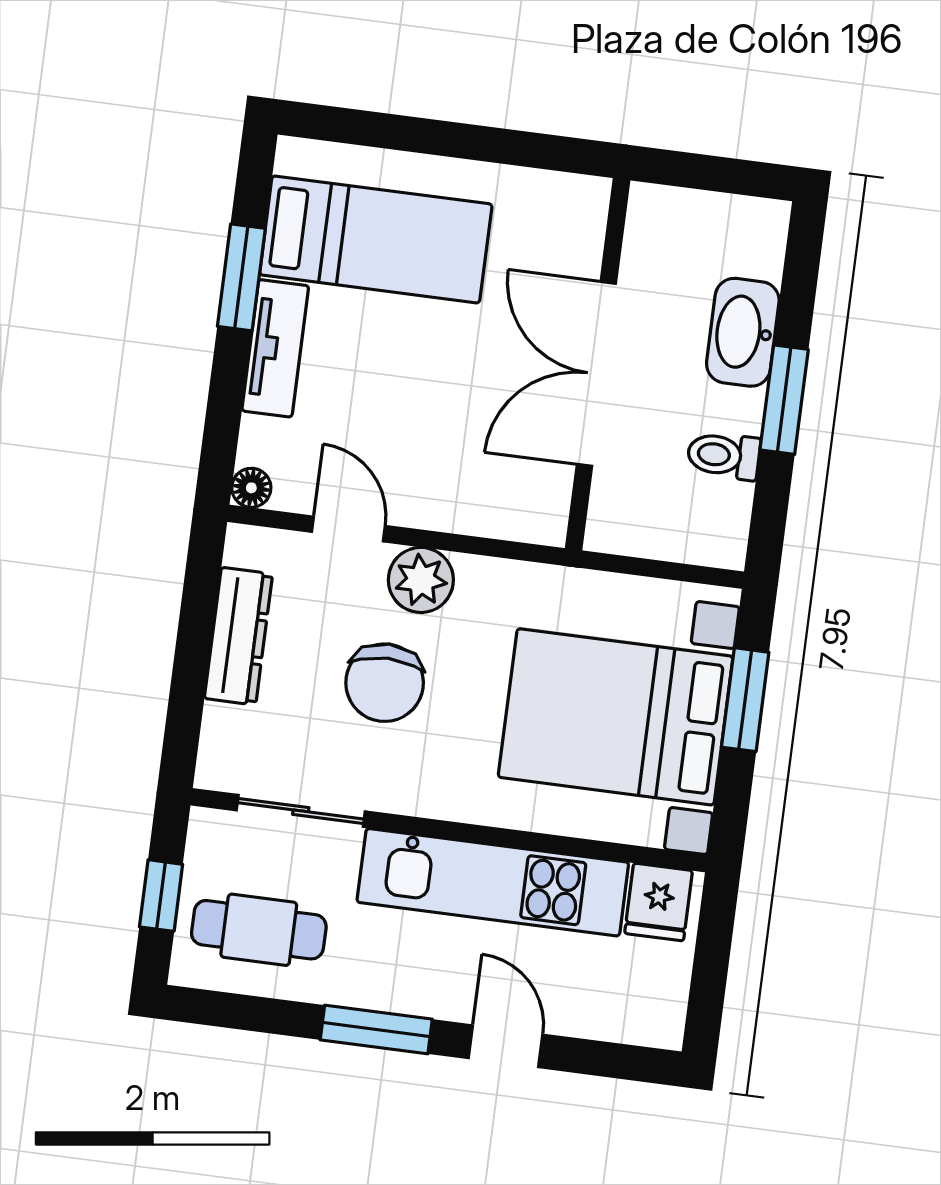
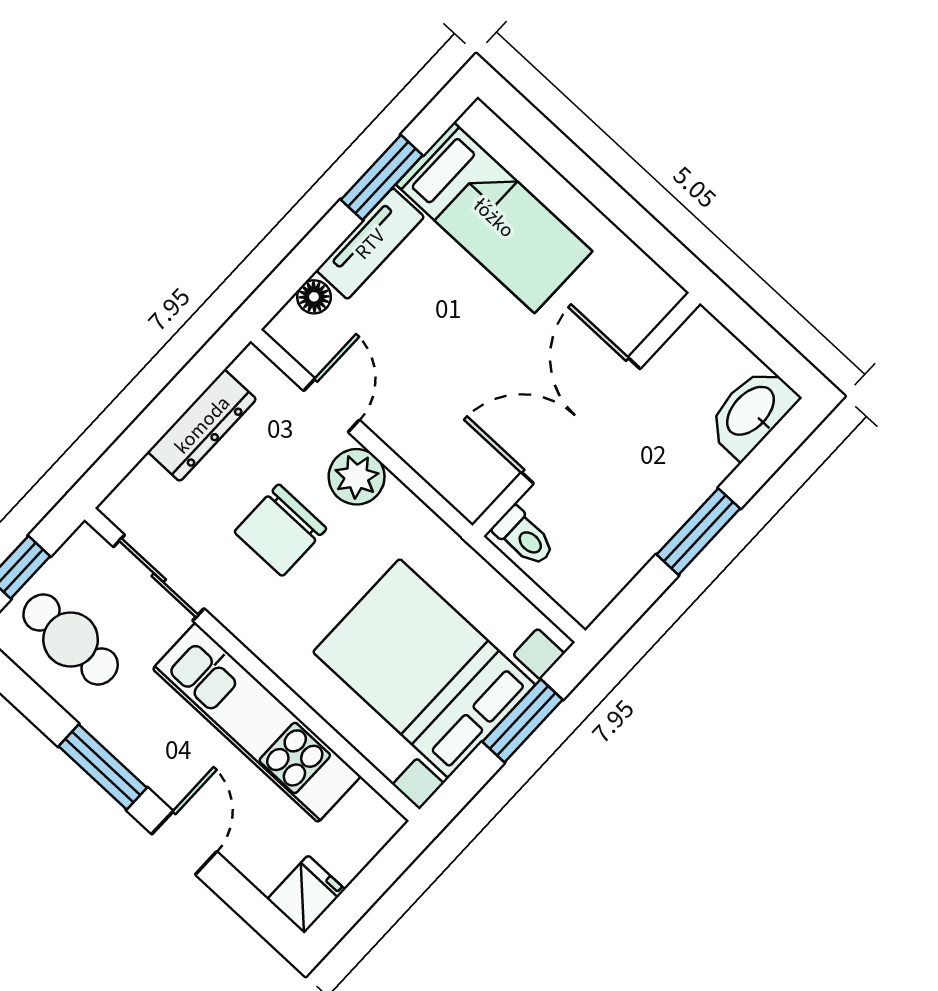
washbasin: (743, 332) -> (752, 412), moved
toilet: (724, 456) -> (524, 537), moved, turned 180
floor lamp: (251, 488) -> (314, 297), moved
fridge: (659, 902) -> (306, 894), moved, turned 180

